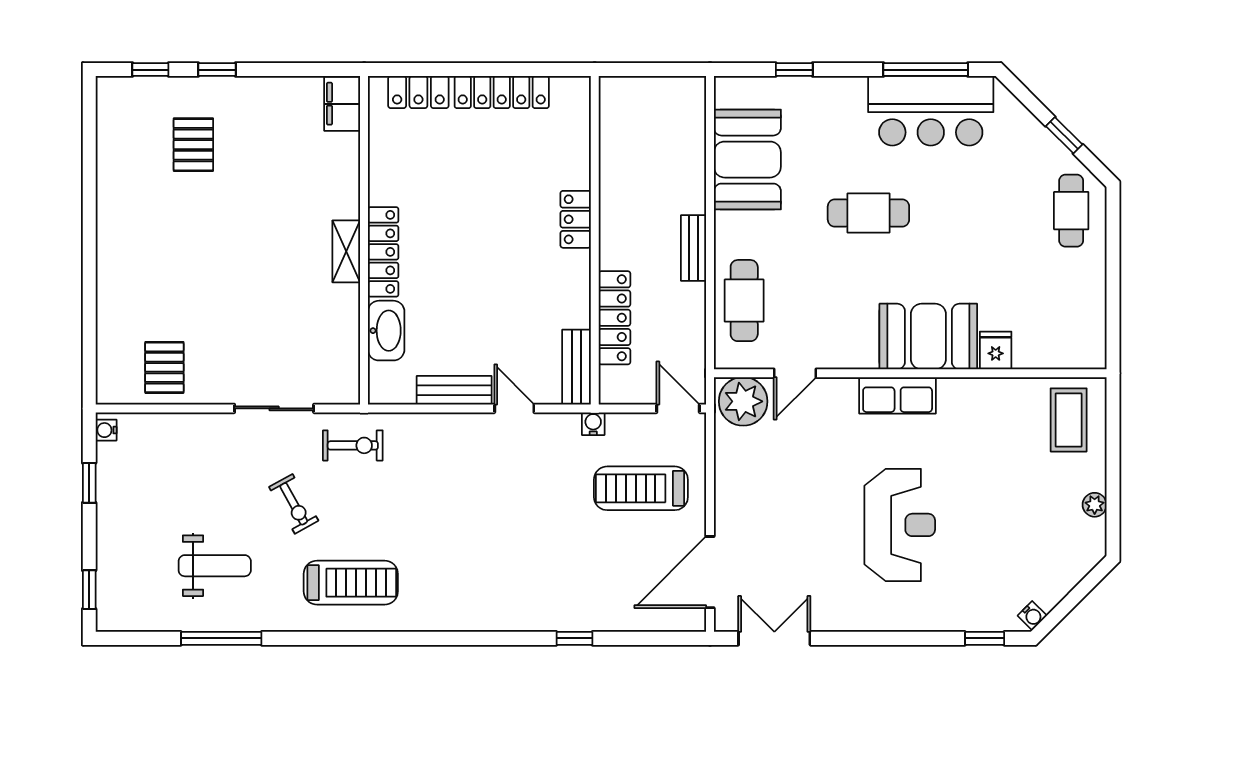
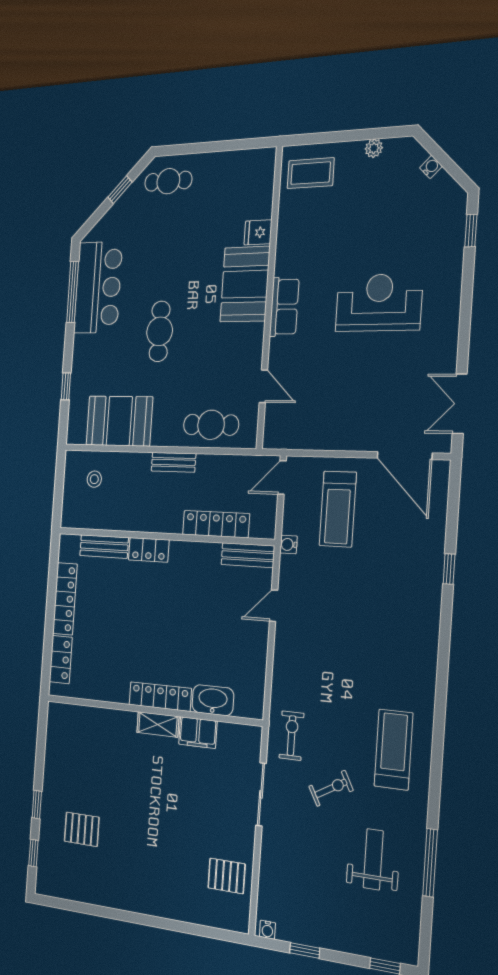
filing cabinet: (342, 104) -> (198, 733), moved
stool: (667, 126) -> (94, 479), added
bench: (454, 390) -> (104, 547), moved, turned 90
plant: (743, 401) -> (281, 427), removed
water cooler: (1032, 616) -> (431, 167), moved

